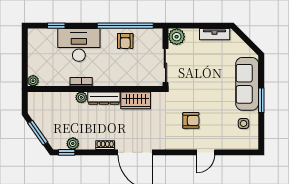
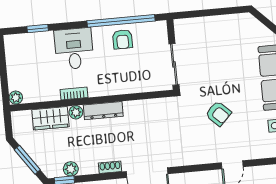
tv unit: (215, 34) -> (230, 21), removed
plant: (177, 37) -> (184, 28), removed
desk: (79, 45) -> (74, 49), width x0.73
wardrobe: (136, 100) -> (50, 118), moved
armchair: (191, 120) -> (218, 114), moved, turned 44

